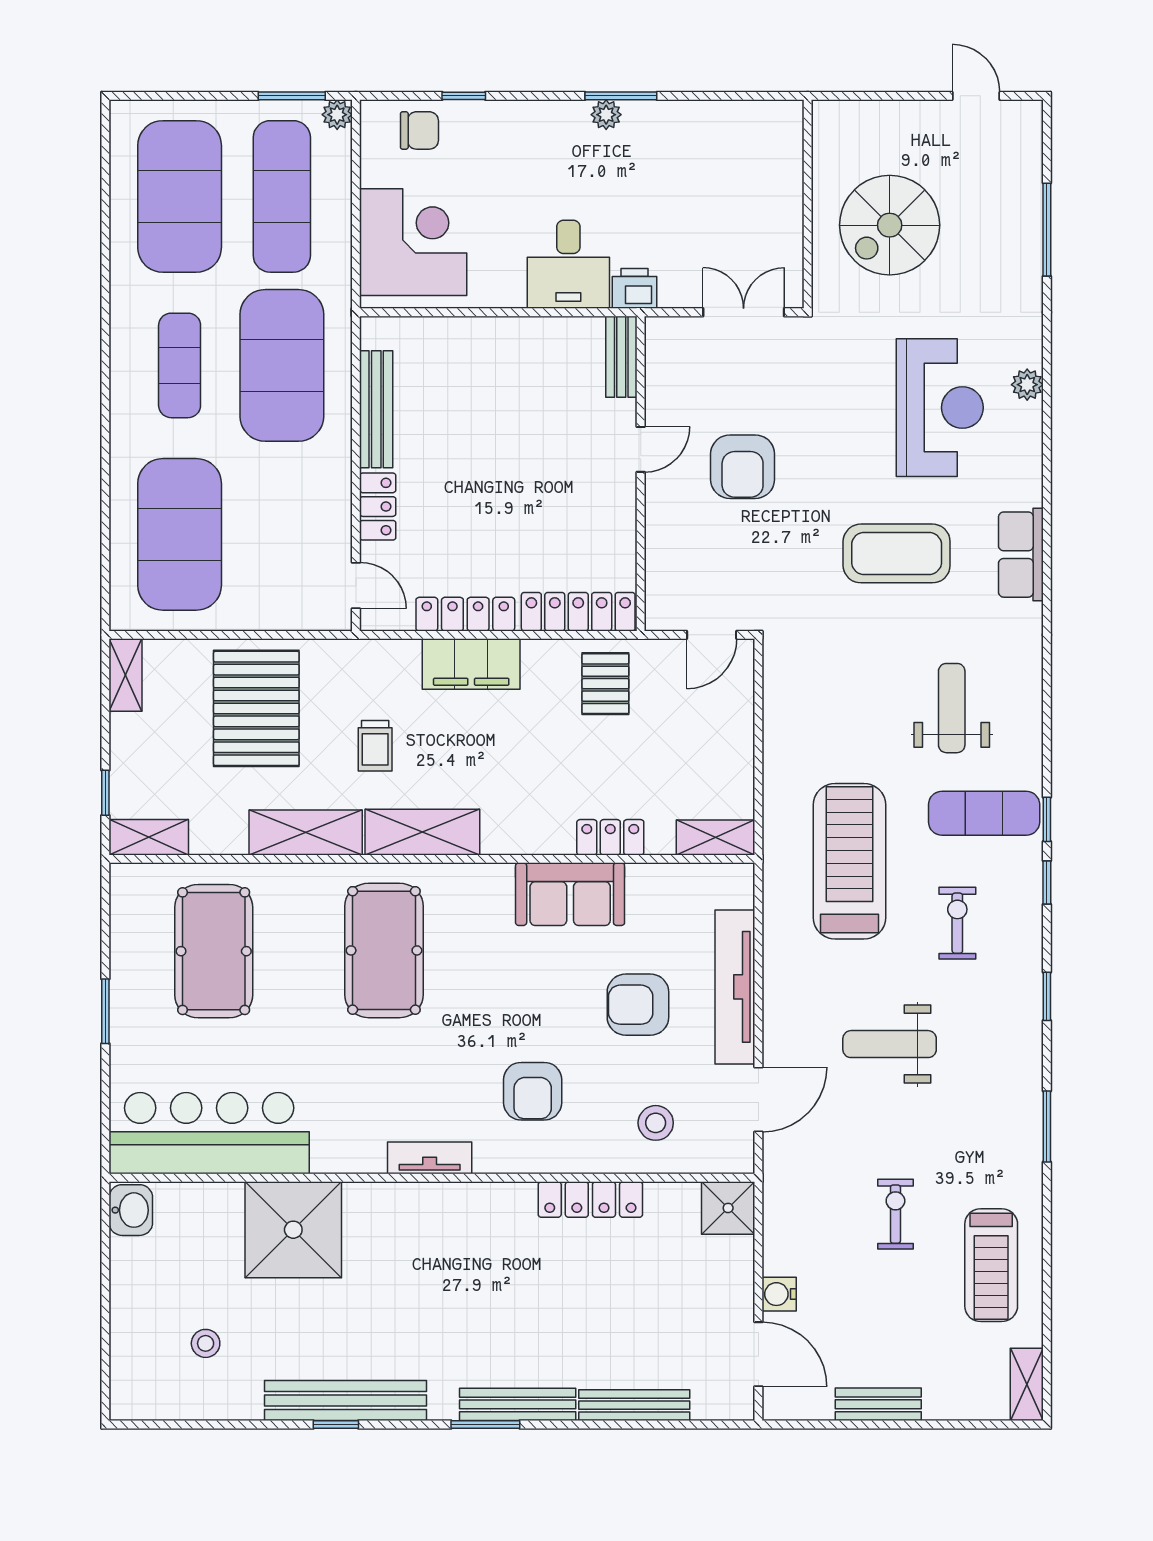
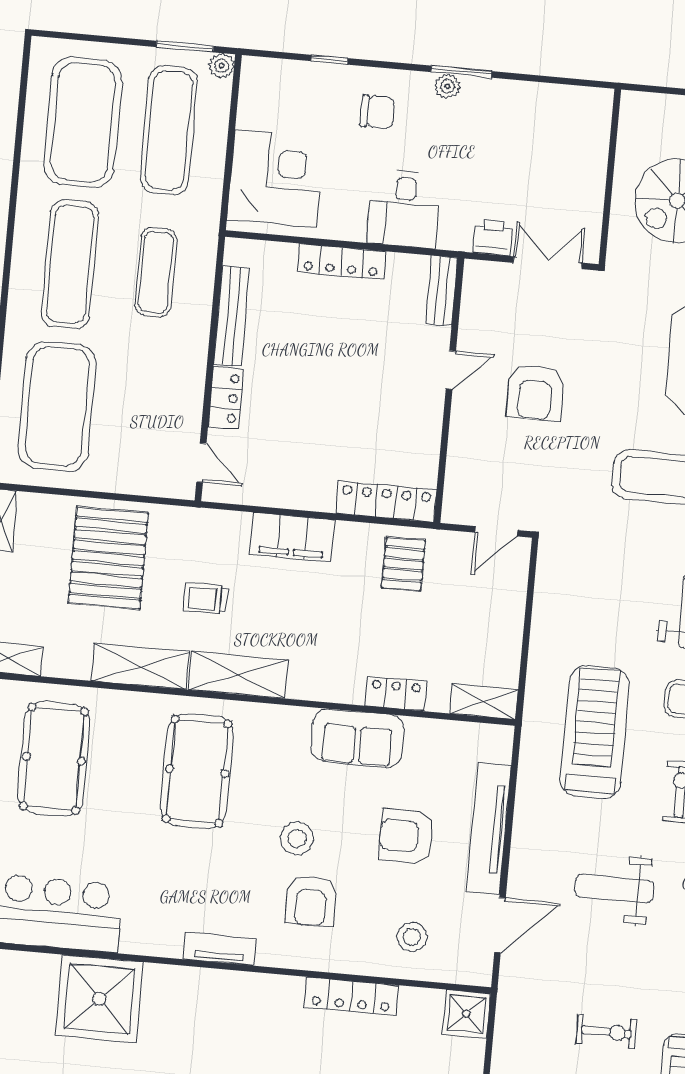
chair: (419, 130) -> (377, 112), moved
printer: (635, 288) -> (493, 238), moved
exercise mat: (180, 365) -> (70, 264), width x1.36, depth x1.45
exercise mat: (282, 365) -> (156, 272), width x0.50, depth x0.69
locker: (465, 614) -> (341, 262), moved, turned 180
trolley: (375, 746) -> (205, 599), turned 90
stool: (509, 1019) -> (297, 838), added
exercise bike: (895, 1214) -> (606, 1032), turned 90

